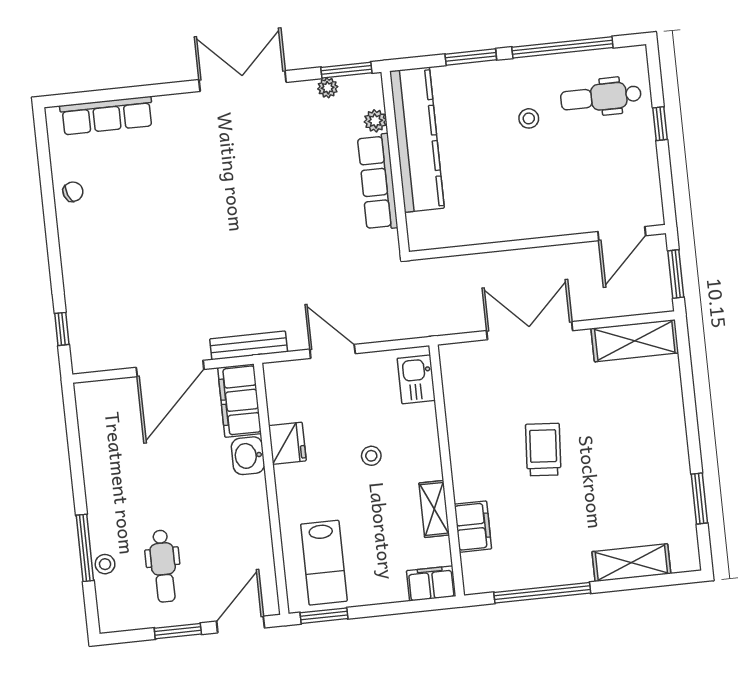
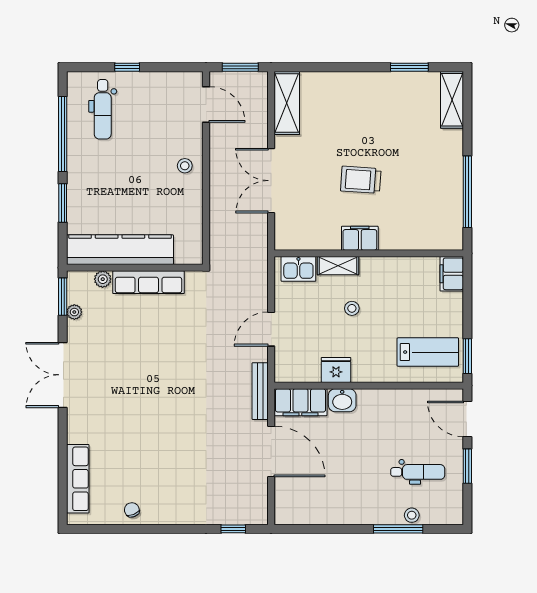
stool: (529, 118) -> (185, 166), moved
shelving: (434, 509) -> (338, 266), moved
filing cabinet: (473, 527) -> (360, 238), moved
shelving: (631, 563) -> (452, 100), moved

